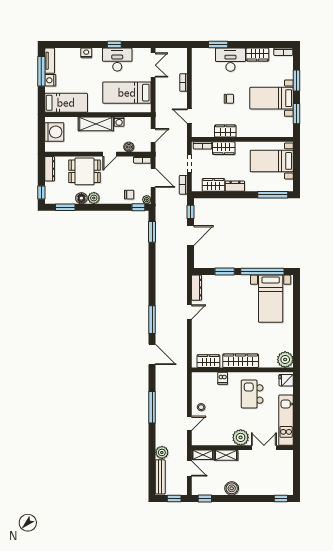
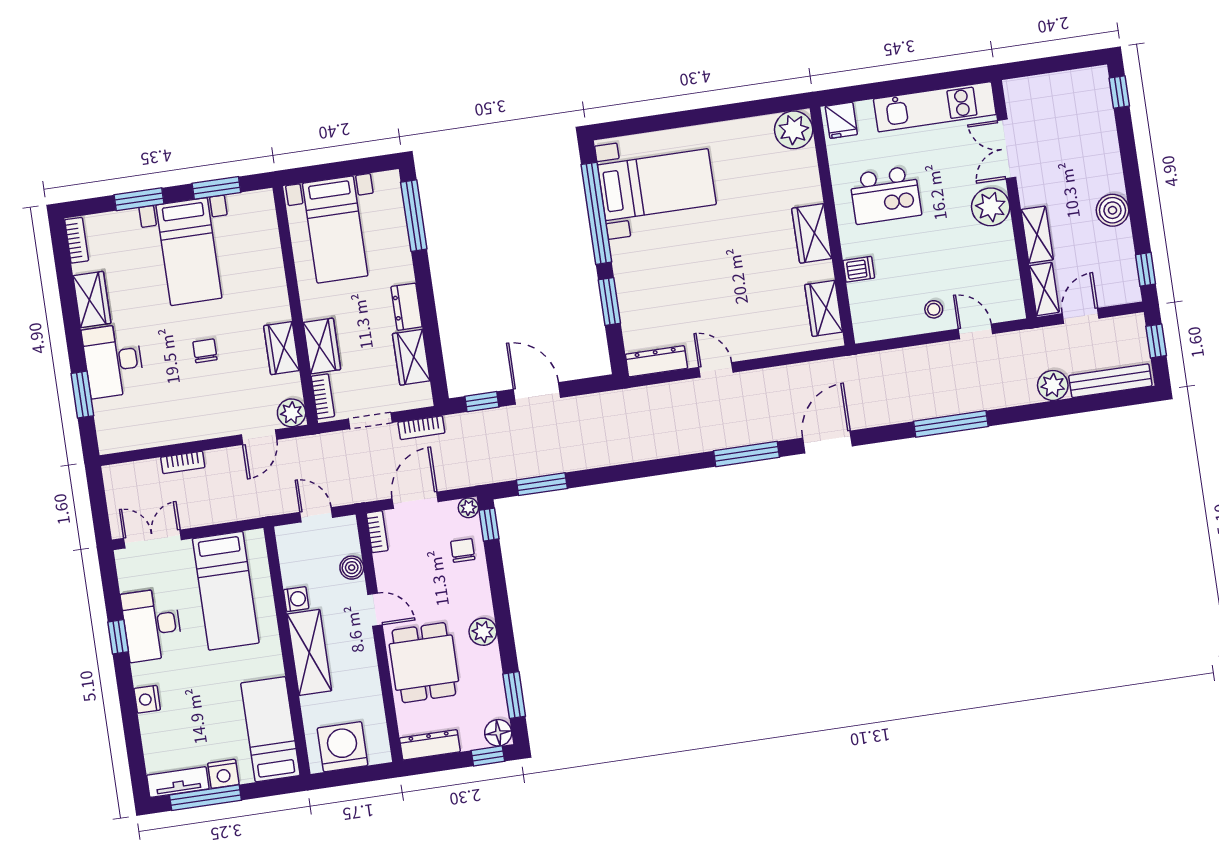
plant: (197, 131) -> (292, 413), added
floor lamp: (81, 198) -> (498, 733), moved
wardrobe: (241, 361) -> (812, 233), width x0.67

